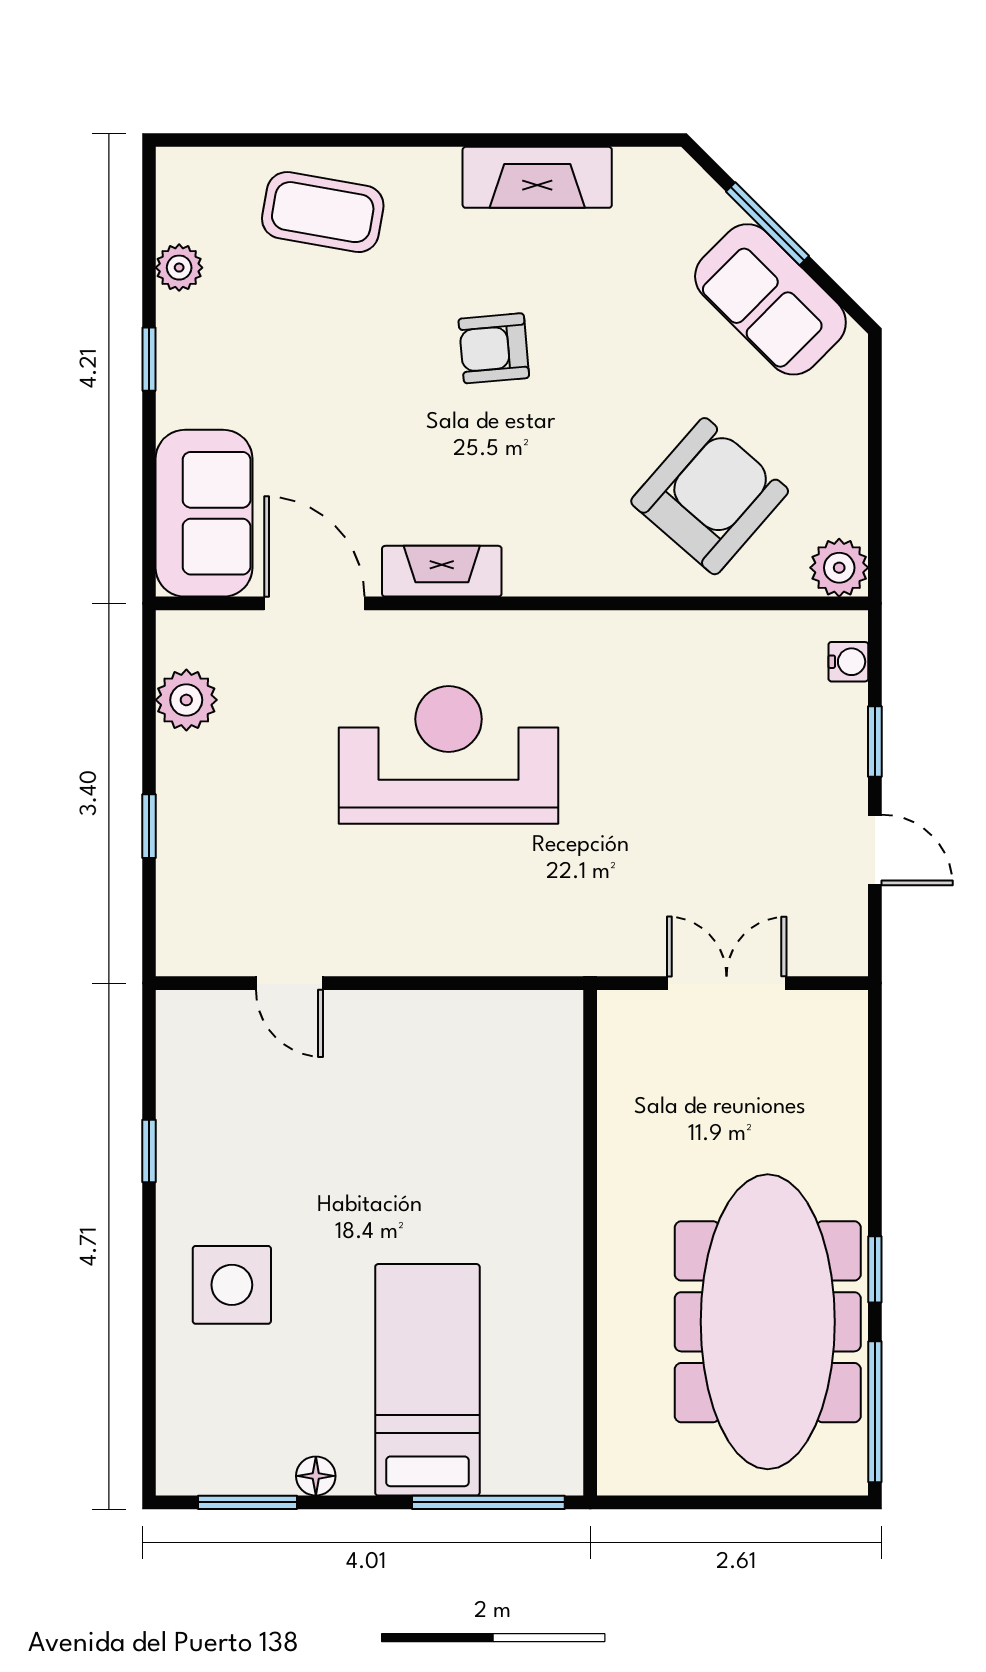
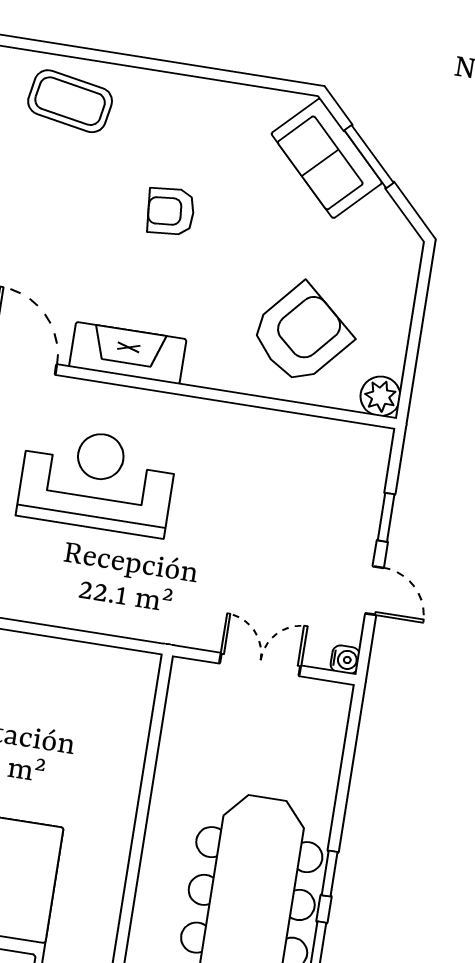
fireplace: (537, 177) -> (219, 101), removed
sofa: (770, 299) -> (327, 158), moved
fireplace: (442, 571) -> (128, 353), width x1.37, depth x1.32
water cooler: (848, 662) -> (345, 660), moved

